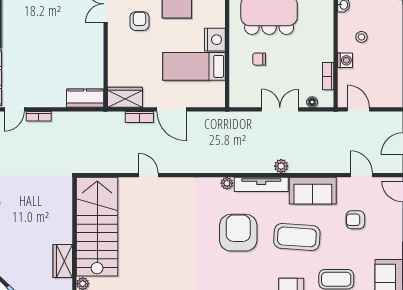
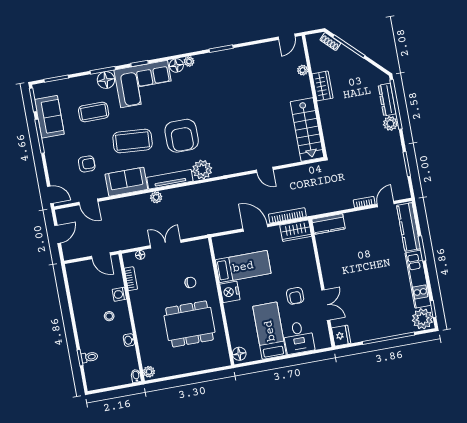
double door: (280, 109) -> (166, 244), swing flipped
bookcase: (139, 117) -> (287, 215), width x1.56
plant: (227, 183) -> (202, 170), width x1.88, depth x1.88
stairs: (97, 227) -> (307, 129), width x0.73, depth x0.66

